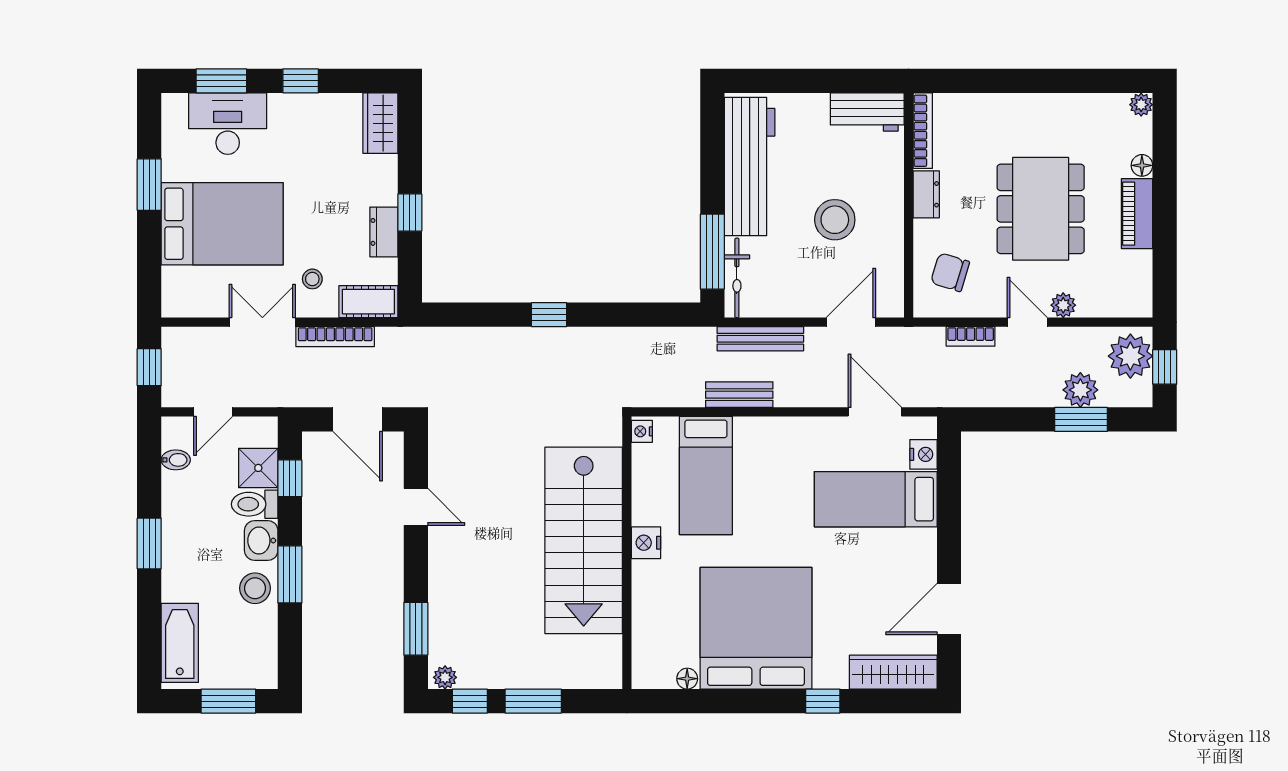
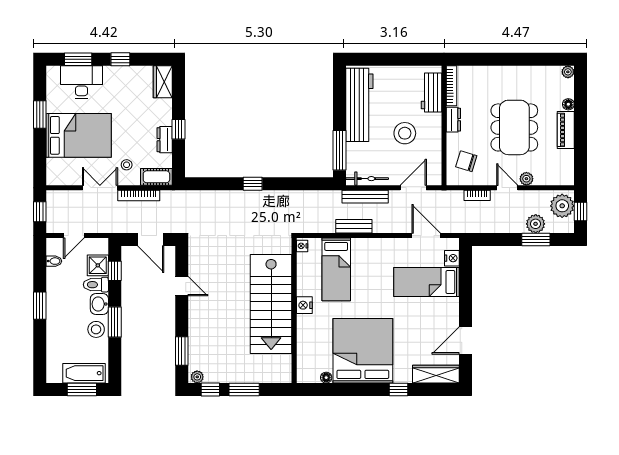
workbench: (867, 112) -> (432, 93), moved, turned 90
bicycle: (737, 278) -> (367, 179), moved, turned -90
bathtub: (180, 643) -> (84, 373), moved, turned -90

